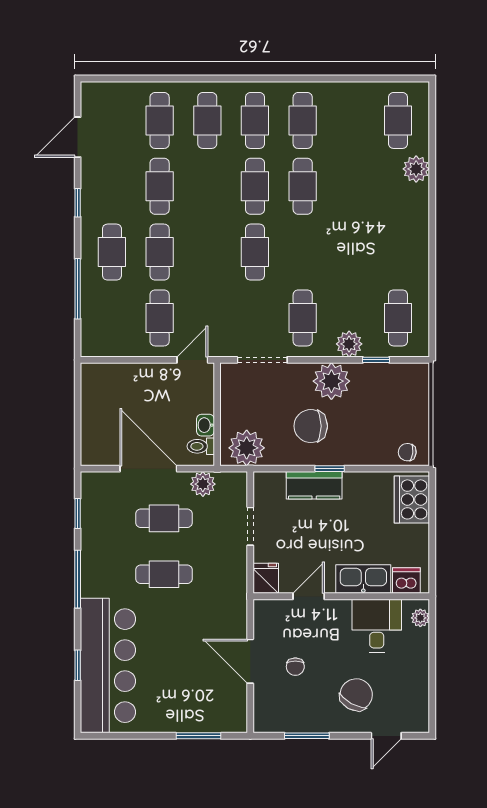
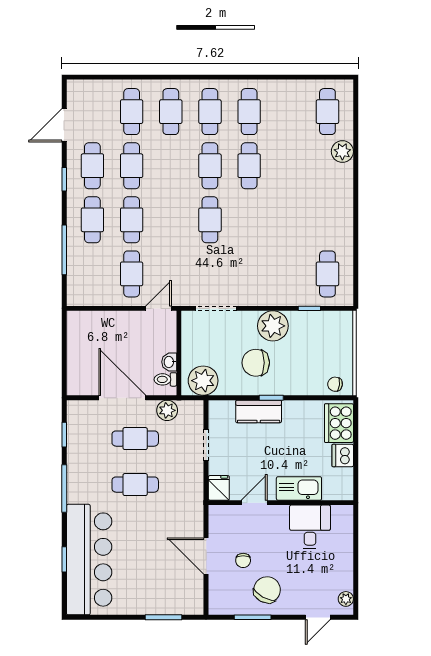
cafe table: (303, 318) -> (92, 166), moved
plant: (349, 344) -> (287, 295), removed
dishwasher: (406, 581) -> (343, 455), moved, turned -90
plant: (420, 618) -> (346, 599), moved
chair: (356, 695) -> (267, 590), moved

